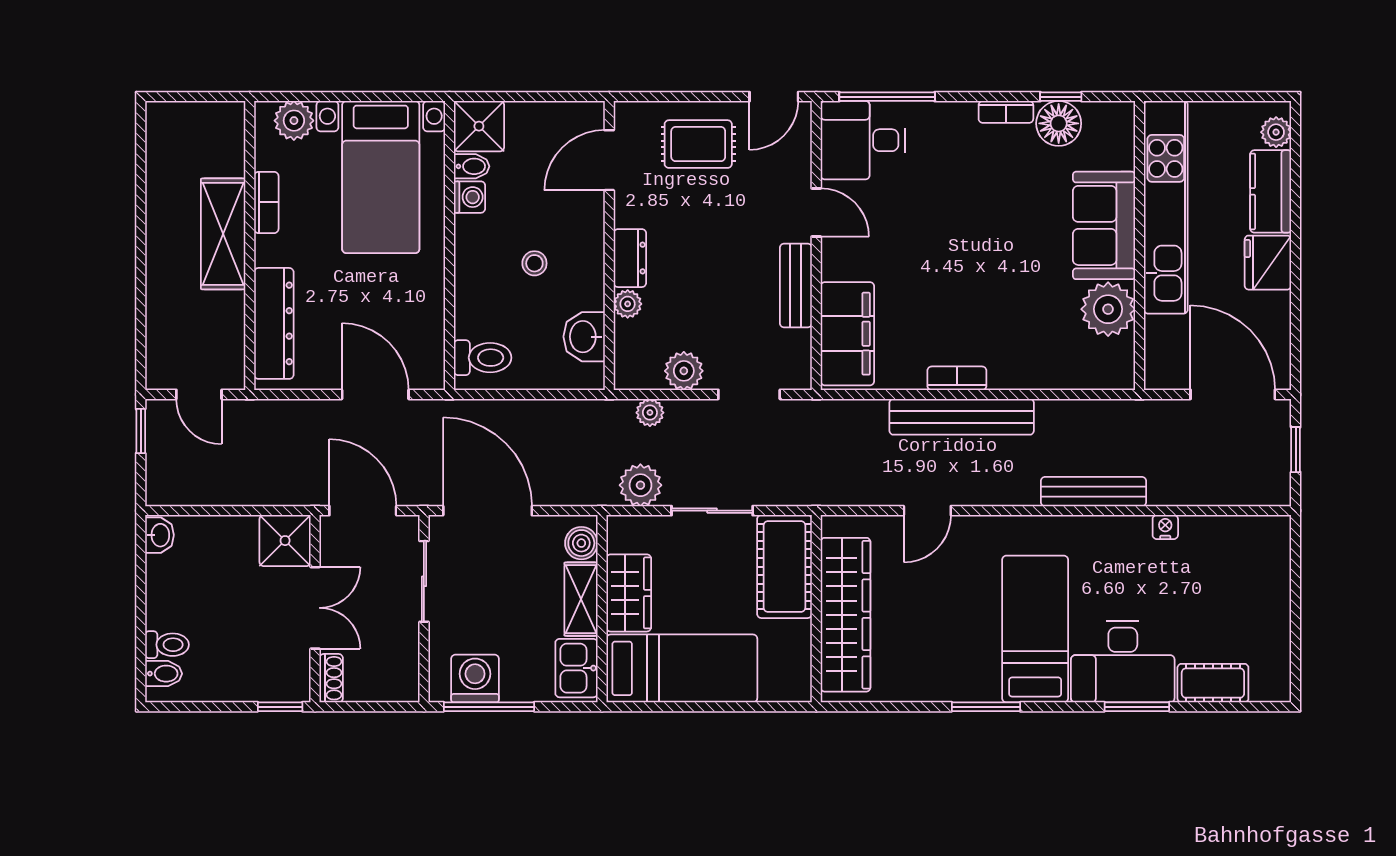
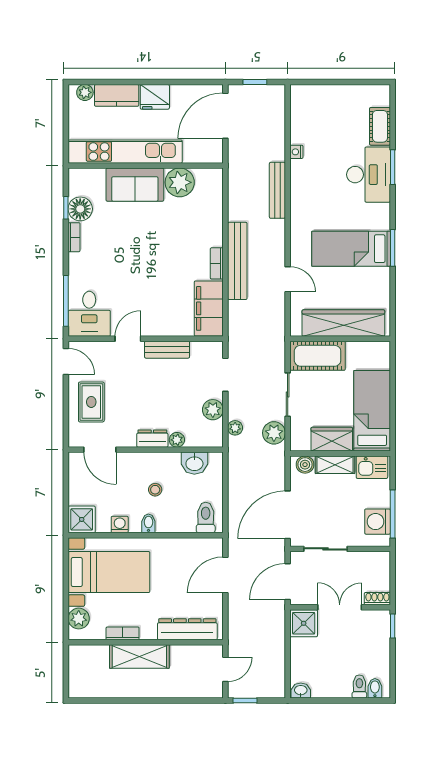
bidet: (472, 166) -> (148, 523), moved
filing cabinet: (847, 334) -> (209, 308), moved, turned -90
bed: (1035, 629) -> (351, 249), moved

